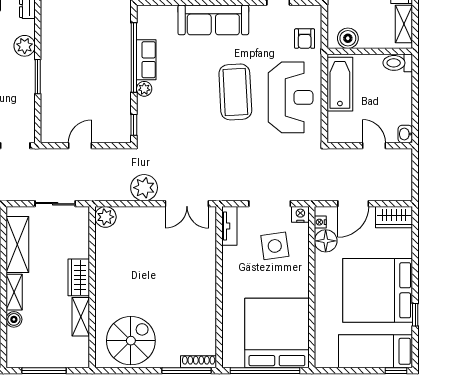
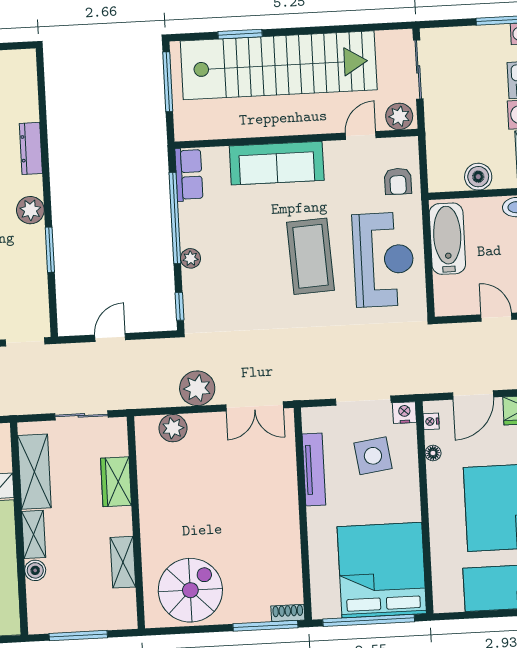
boiler: (348, 38) -> (478, 177), moved
row of seats: (146, 60) -> (189, 175), moved
plant: (105, 217) -> (173, 428), moved
tv unit: (229, 226) -> (314, 470), moved, width x1.41
floor lamp: (326, 241) -> (433, 453), width x0.53, depth x0.53
wardrobe: (79, 277) -> (116, 482), moved
shoe rack: (199, 362) -> (288, 613), width x0.70

